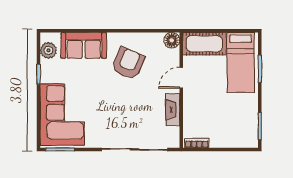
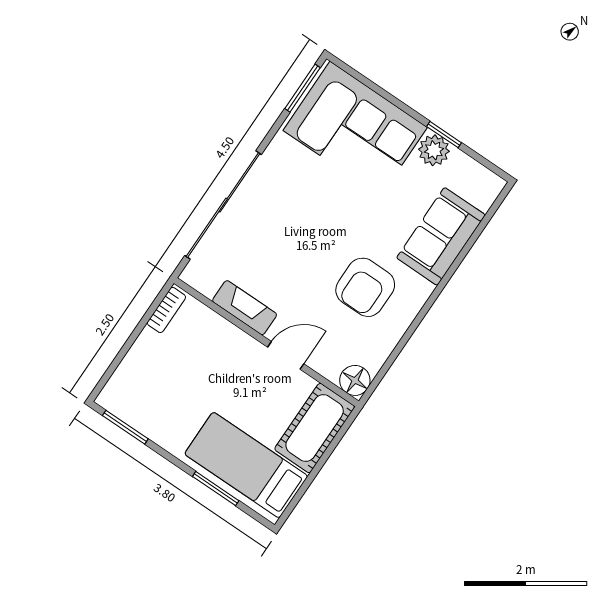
plant: (48, 50) -> (434, 150), moved
armchair: (128, 63) -> (365, 287), turned 67
door: (181, 78) -> (286, 355), hinge flipped

